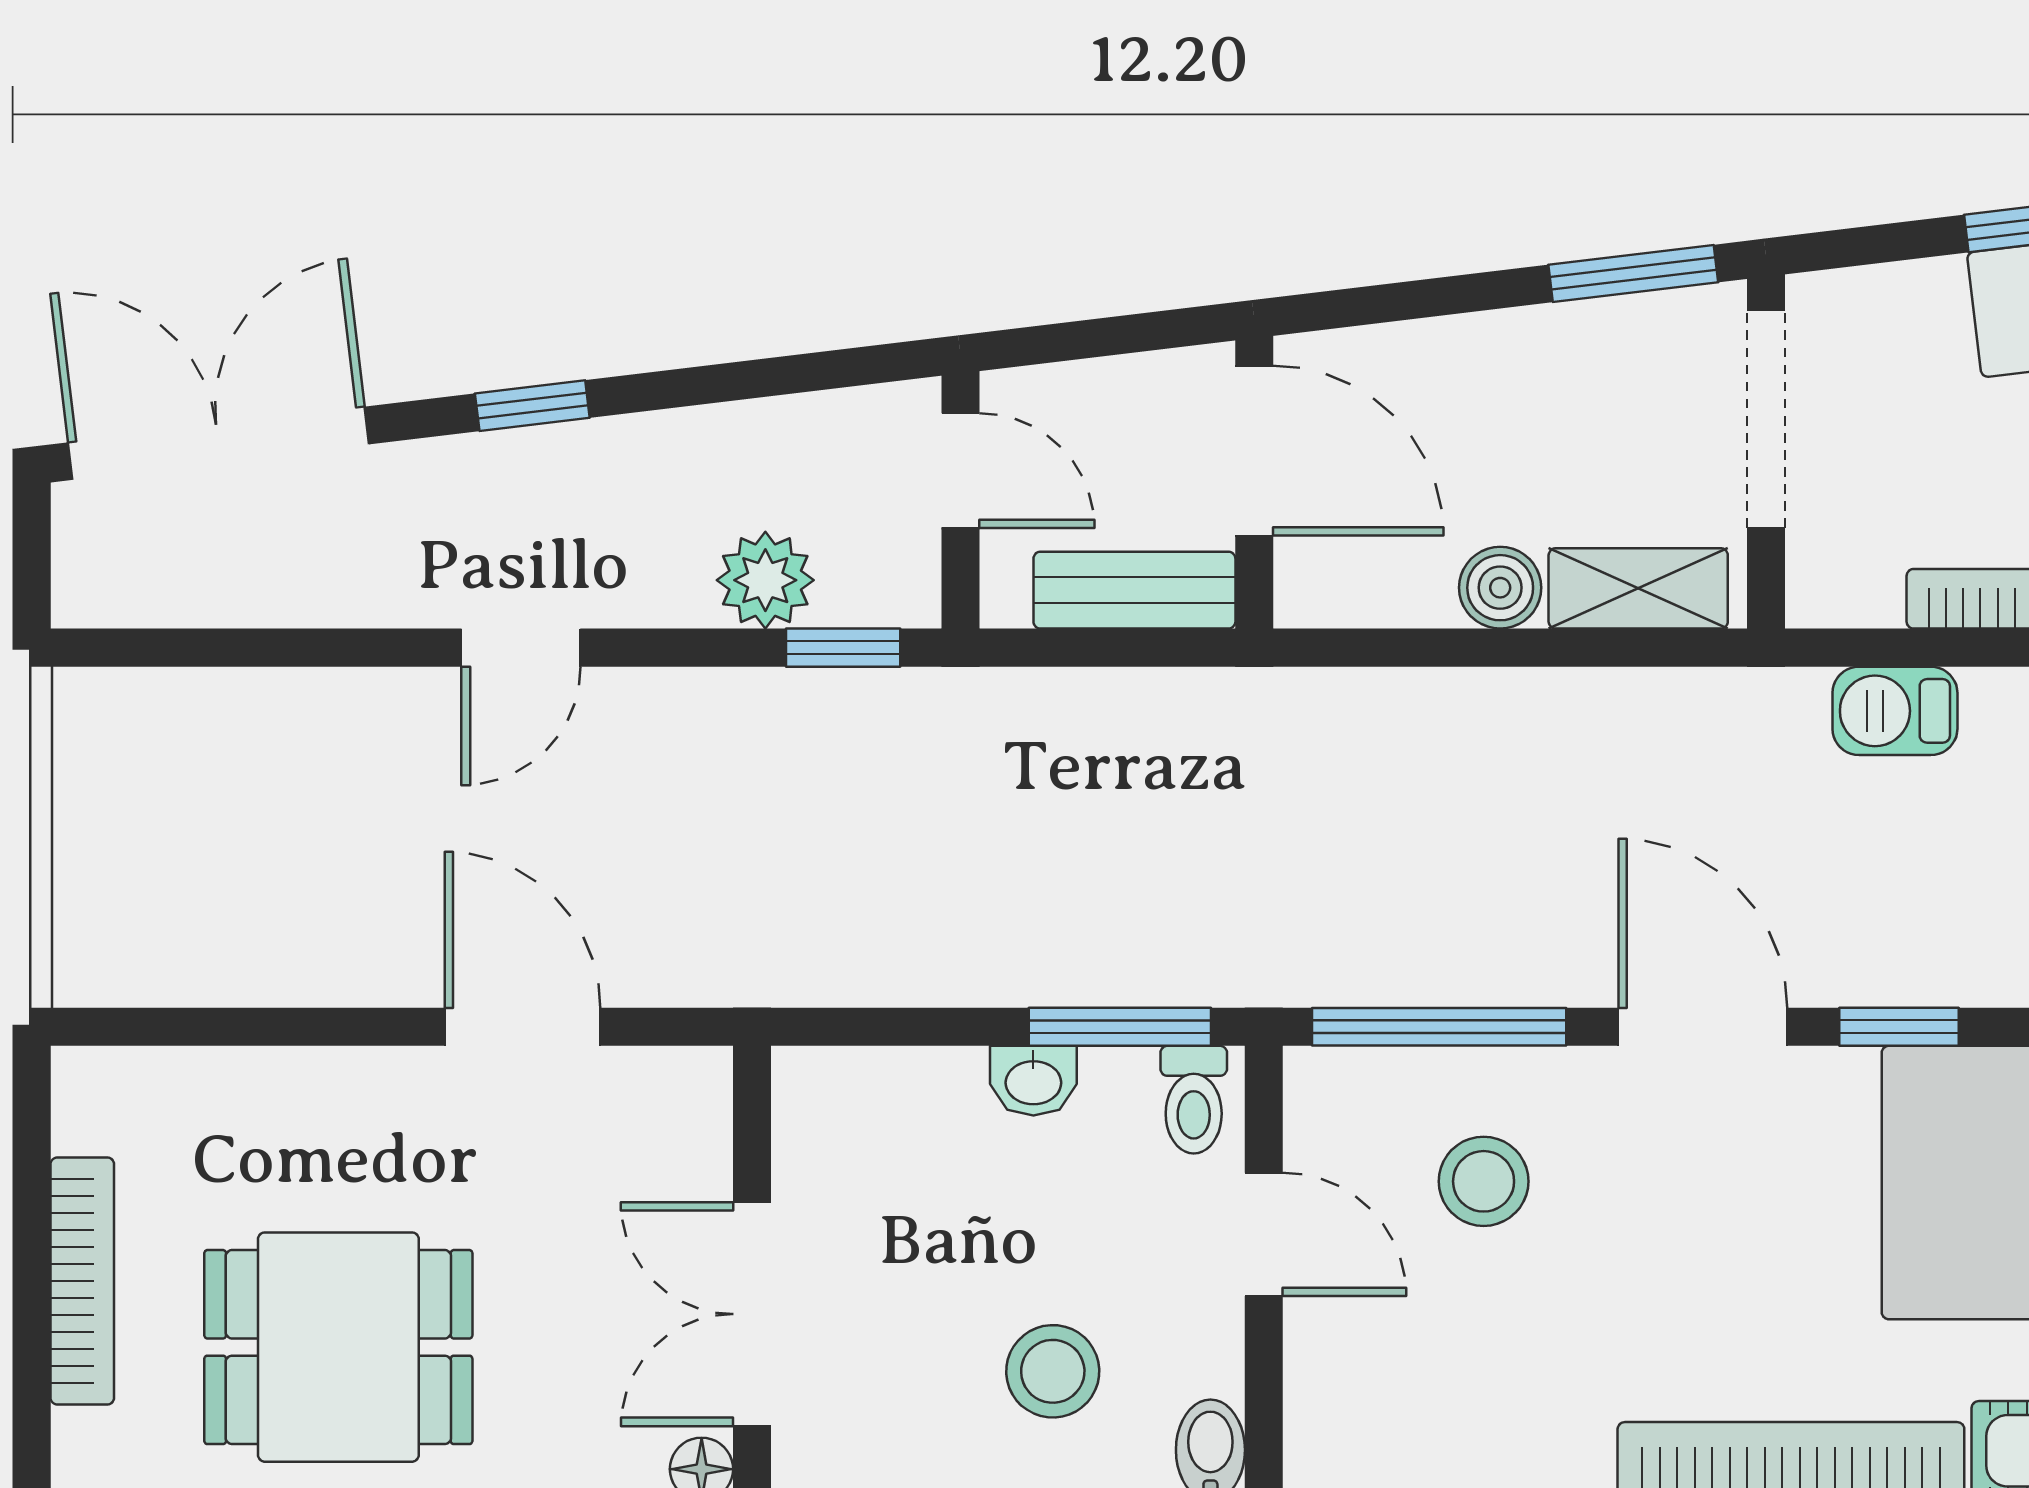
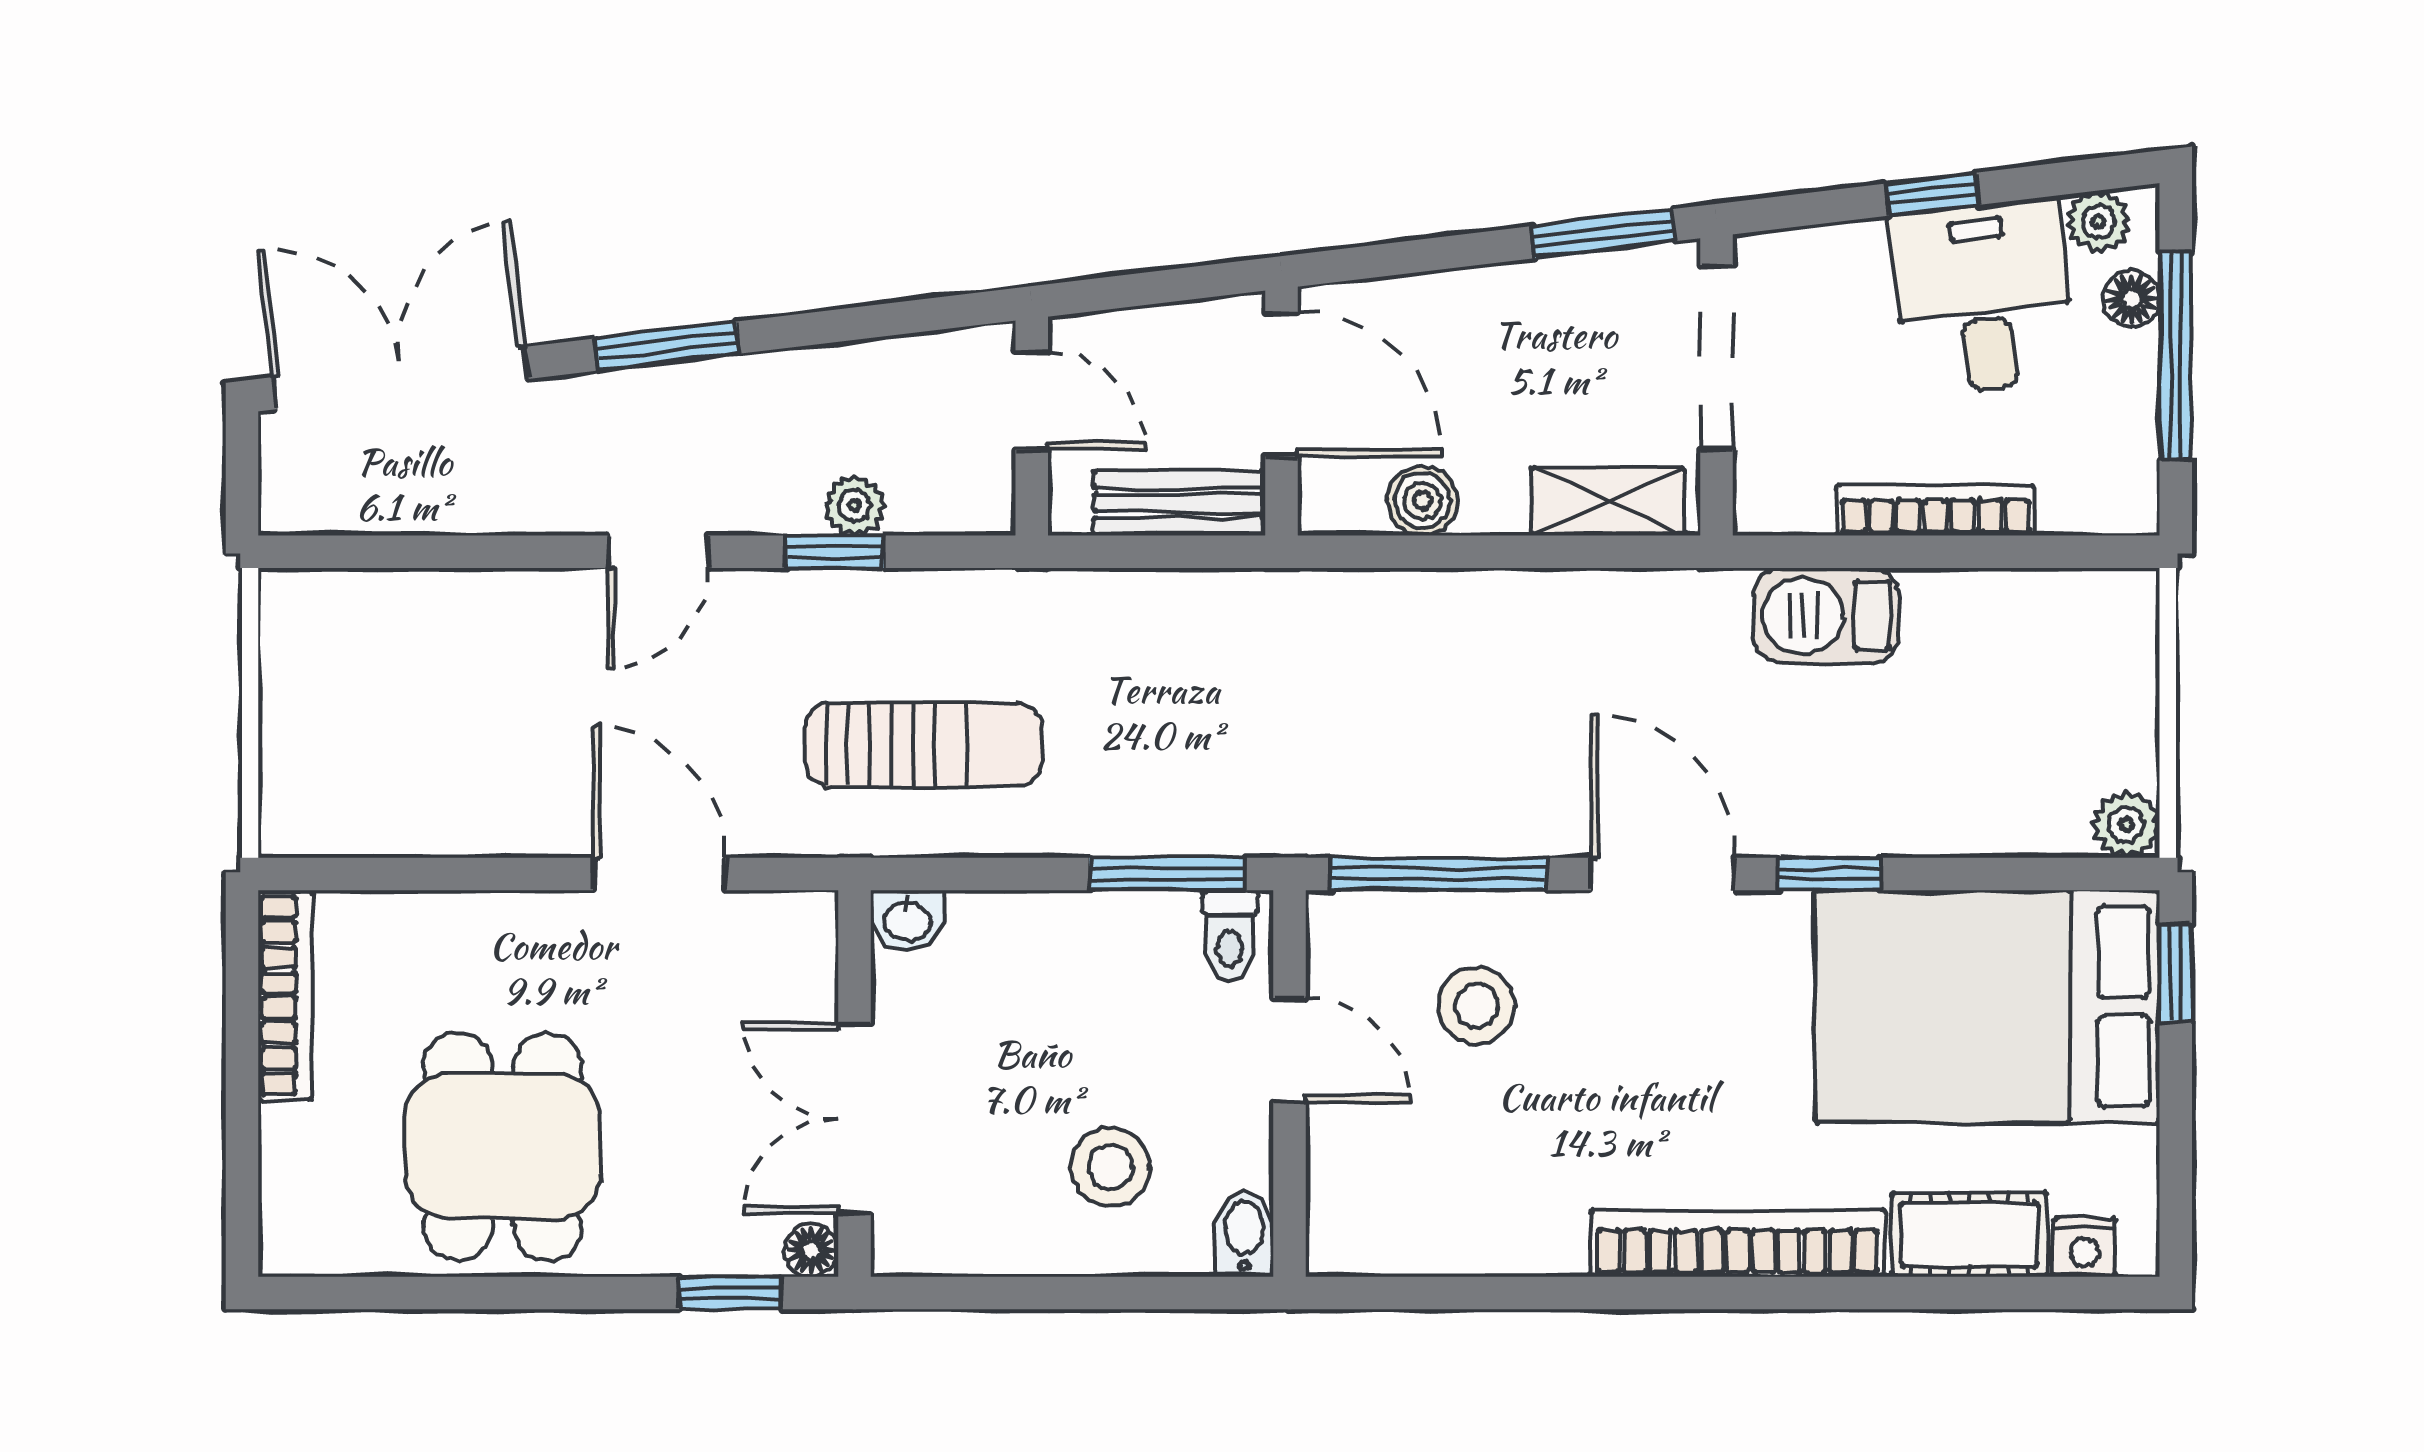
window: (532, 406) -> (668, 346), width x1.50
plant: (765, 580) -> (854, 506), width x0.73, depth x0.73
boiler: (1500, 588) -> (1423, 501), moved
window: (843, 648) -> (835, 552), moved
barbecue: (1895, 711) -> (1826, 615), width x1.38, depth x1.27
sun lounger: (833, 875) -> (924, 745), added
washbasin: (1033, 1081) -> (907, 920), moved
bookcase: (82, 1281) -> (285, 995), moved
dining table: (338, 1347) -> (503, 1146), turned 90

